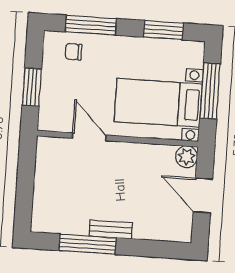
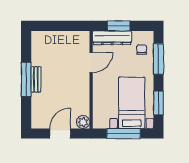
dresser: (51, 99) -> (112, 38), added
bed with nightstands: (158, 103) -> (132, 103), moved
window: (88, 244) -> (26, 79), moved

